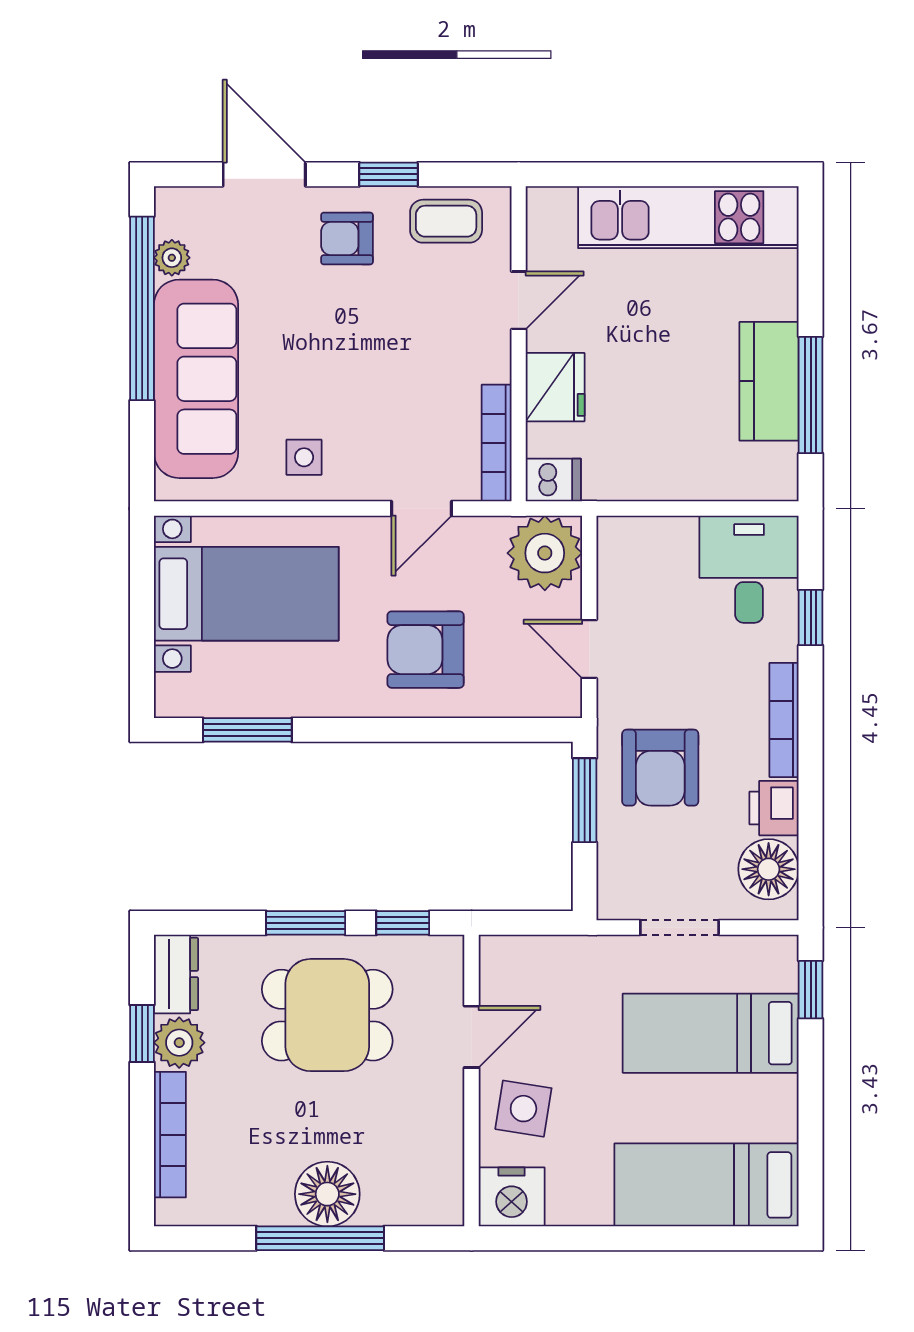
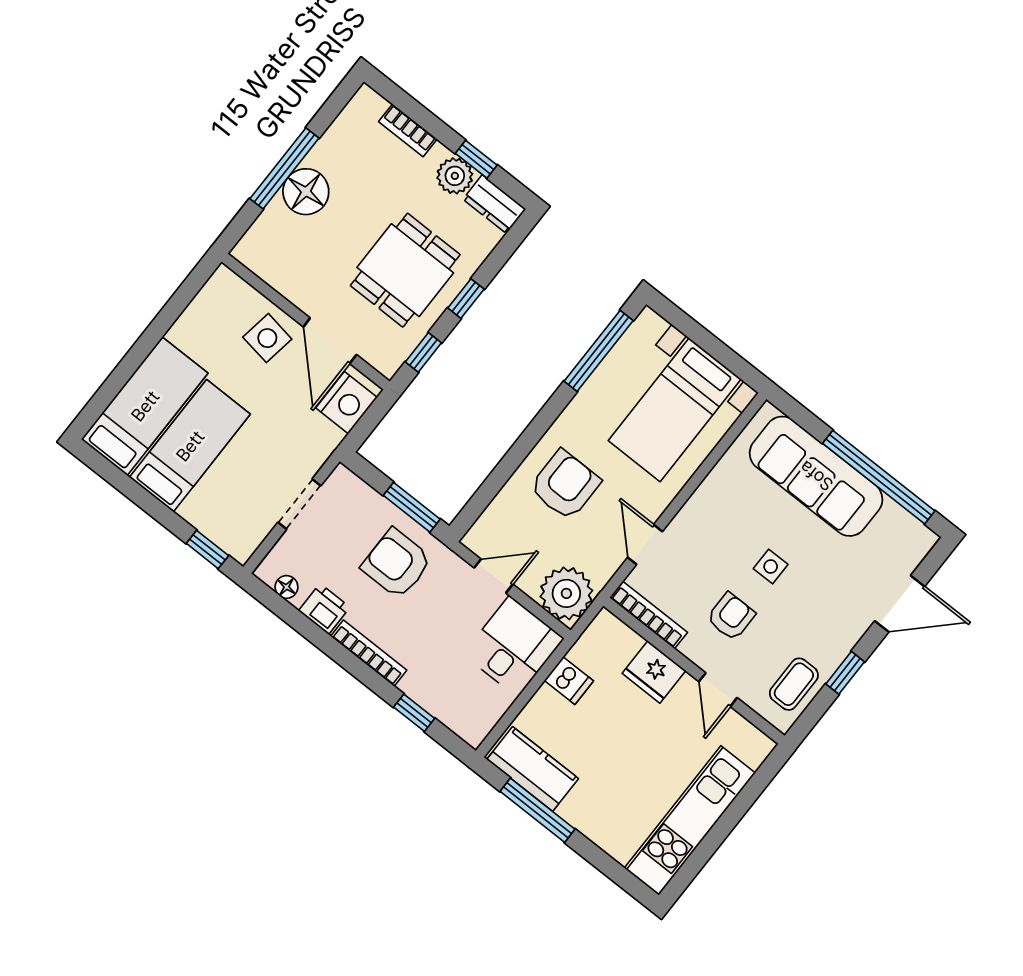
armchair: (347, 238) -> (731, 617), moved
plant: (172, 258) -> (894, 516), removed
kitchen counter: (769, 381) -> (533, 769), moved
side table: (304, 457) -> (771, 567), moved
dishwasher: (553, 480) -> (569, 681), moved, turned -90
desk: (749, 569) -> (513, 646), moved, turned -90
window: (247, 730) -> (599, 351), width x1.44
floor lamp: (769, 869) -> (286, 587), width x0.53, depth x0.53
window: (306, 923) -> (466, 299), width x0.67
bed: (711, 1033) -> (190, 446), moved
door: (472, 1037) -> (330, 341), width x1.38
bookcase: (170, 1135) -> (408, 130), width x0.64
nightstand: (512, 1197) -> (346, 403), moved, turned 180

